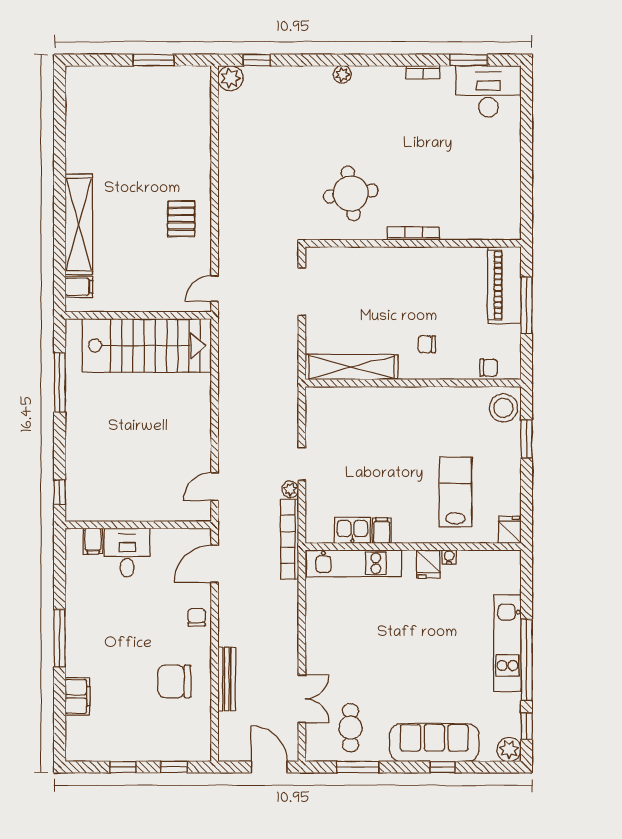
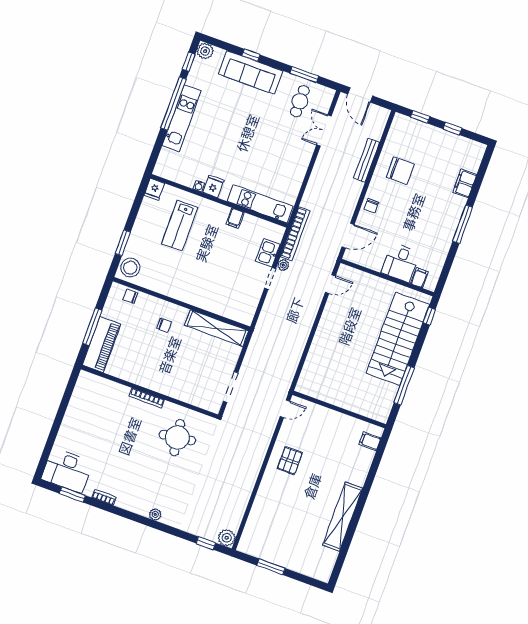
shelving: (79, 224) -> (343, 517), moved
stairs: (147, 346) -> (398, 339), moved, turned -90
kitchen sink: (352, 530) -> (268, 253), moved, turned 90

